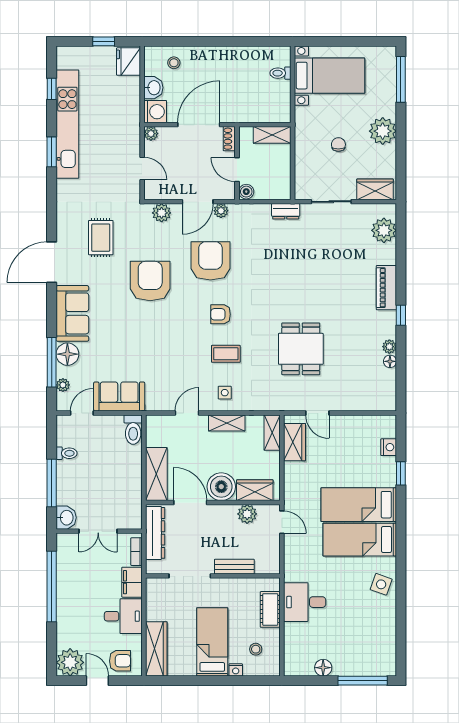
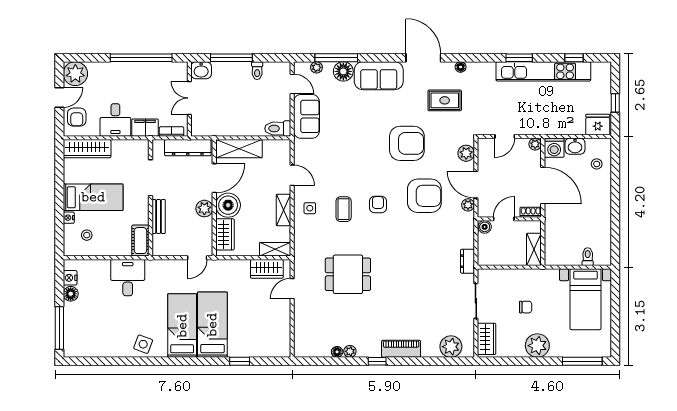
floor lamp: (62, 219) -> (461, 67), added
nightstand: (389, 447) -> (70, 278), moved, turned 90
plant: (247, 514) -> (204, 209), moved
cot: (270, 609) -> (140, 241), moved, turned 90

